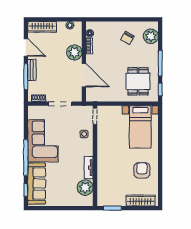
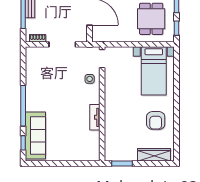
corner sofa: (43, 141) -> (43, 87), removed
armchair: (142, 170) -> (156, 120), turned 180
plant: (85, 188) -> (91, 140), removed

